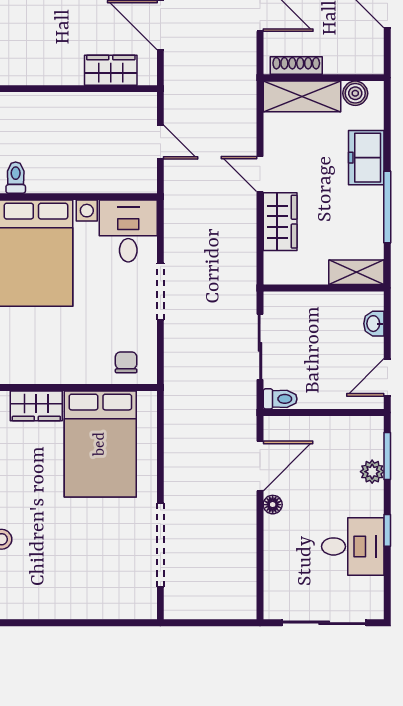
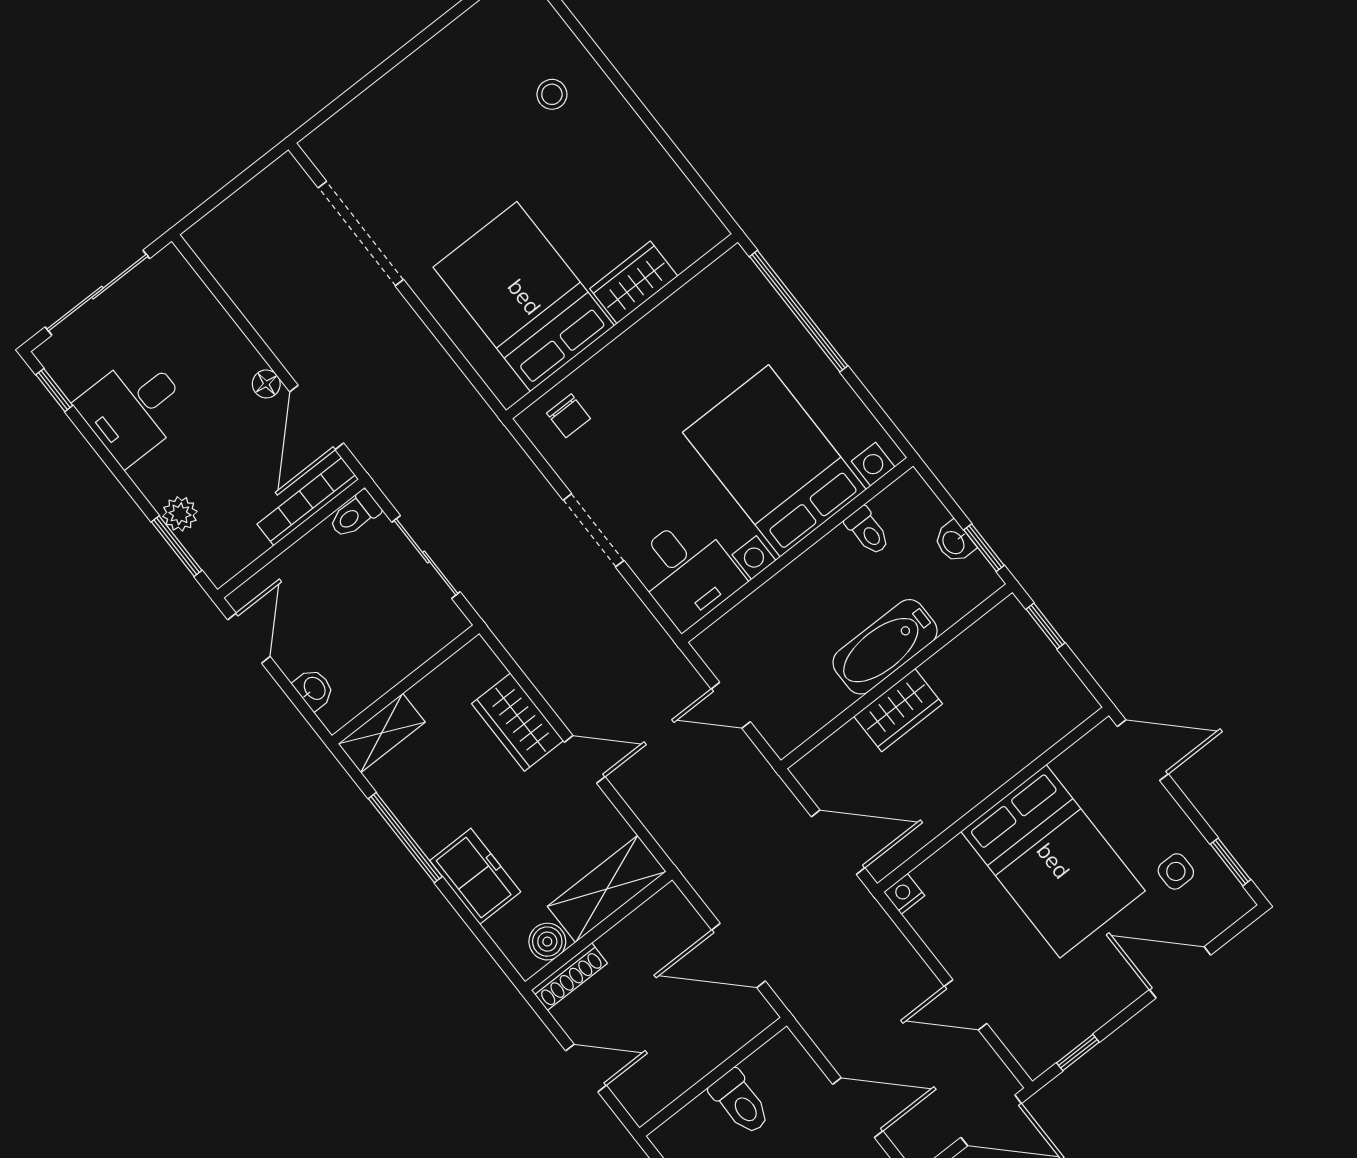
shoe rack: (296, 66) -> (569, 977), moved
wardrobe: (111, 70) -> (898, 710), moved
bathtub: (55, 109) -> (885, 647), added
bookcase: (300, 425) -> (308, 502), added
window: (387, 530) -> (54, 390), moved

